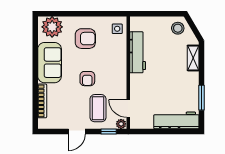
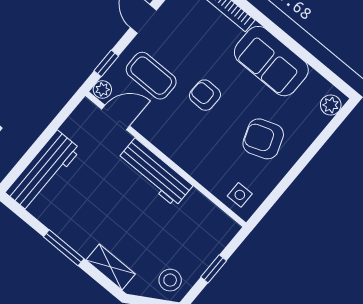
window: (158, 14) -> (214, 269), added
plant: (52, 27) -> (331, 105), width x0.53, depth x0.53
armchair: (85, 39) -> (263, 139), turned 70
workbench: (138, 52) -> (155, 172), moved
window: (202, 98) -> (64, 248), moved

